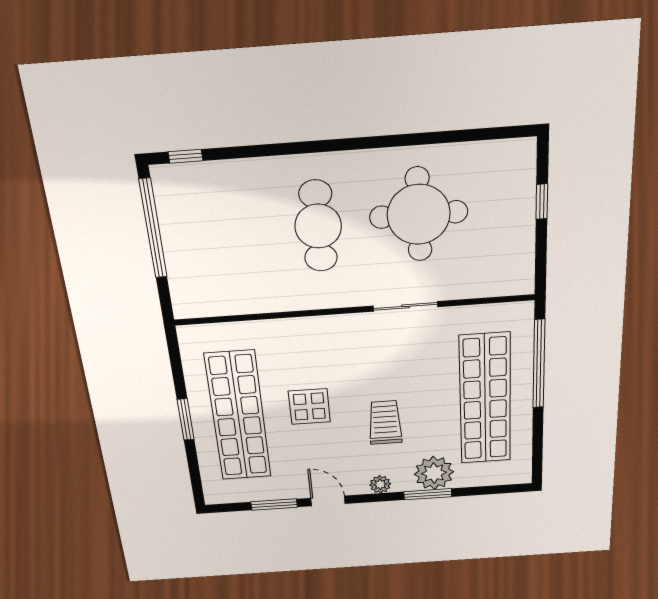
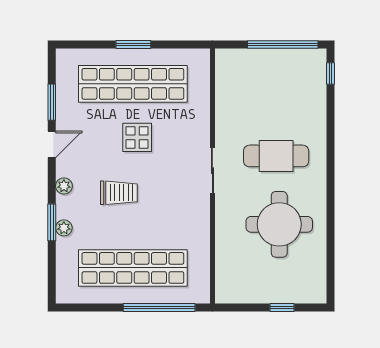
sliding door: (406, 306) -> (212, 171), moved
plant: (434, 473) -> (64, 228), width x0.53, depth x0.53

